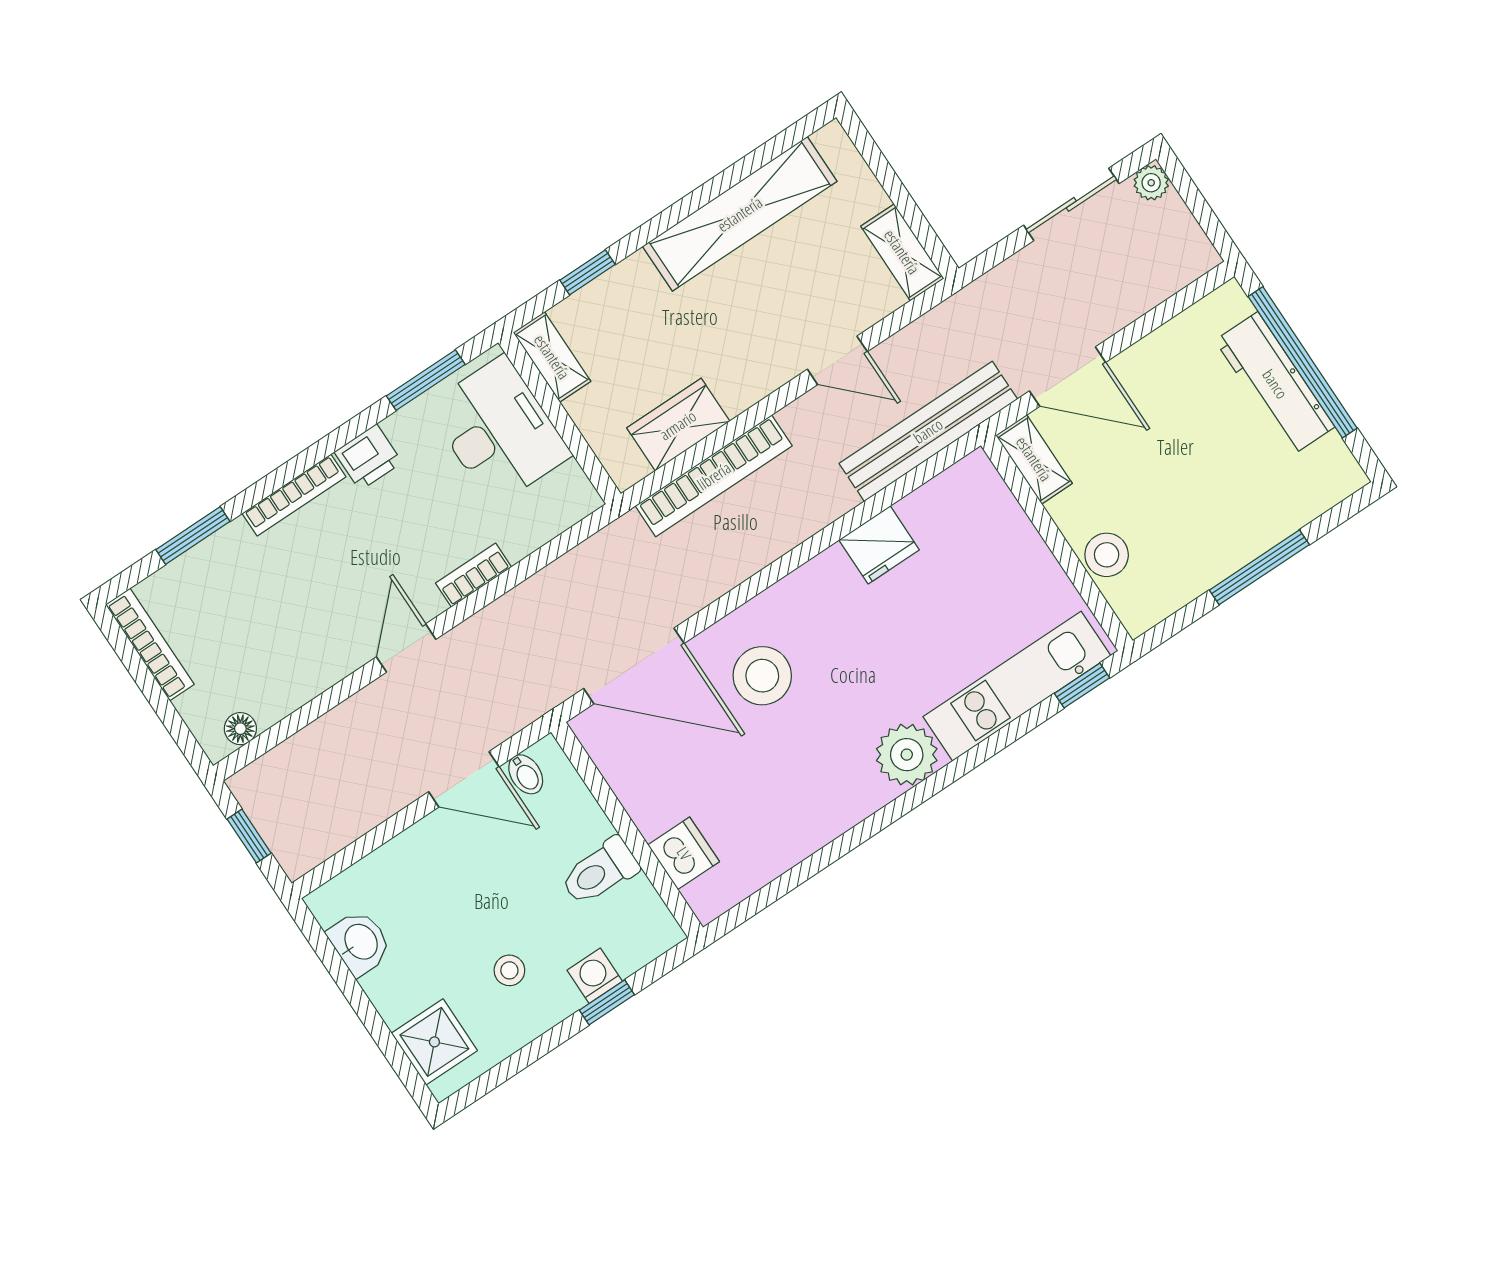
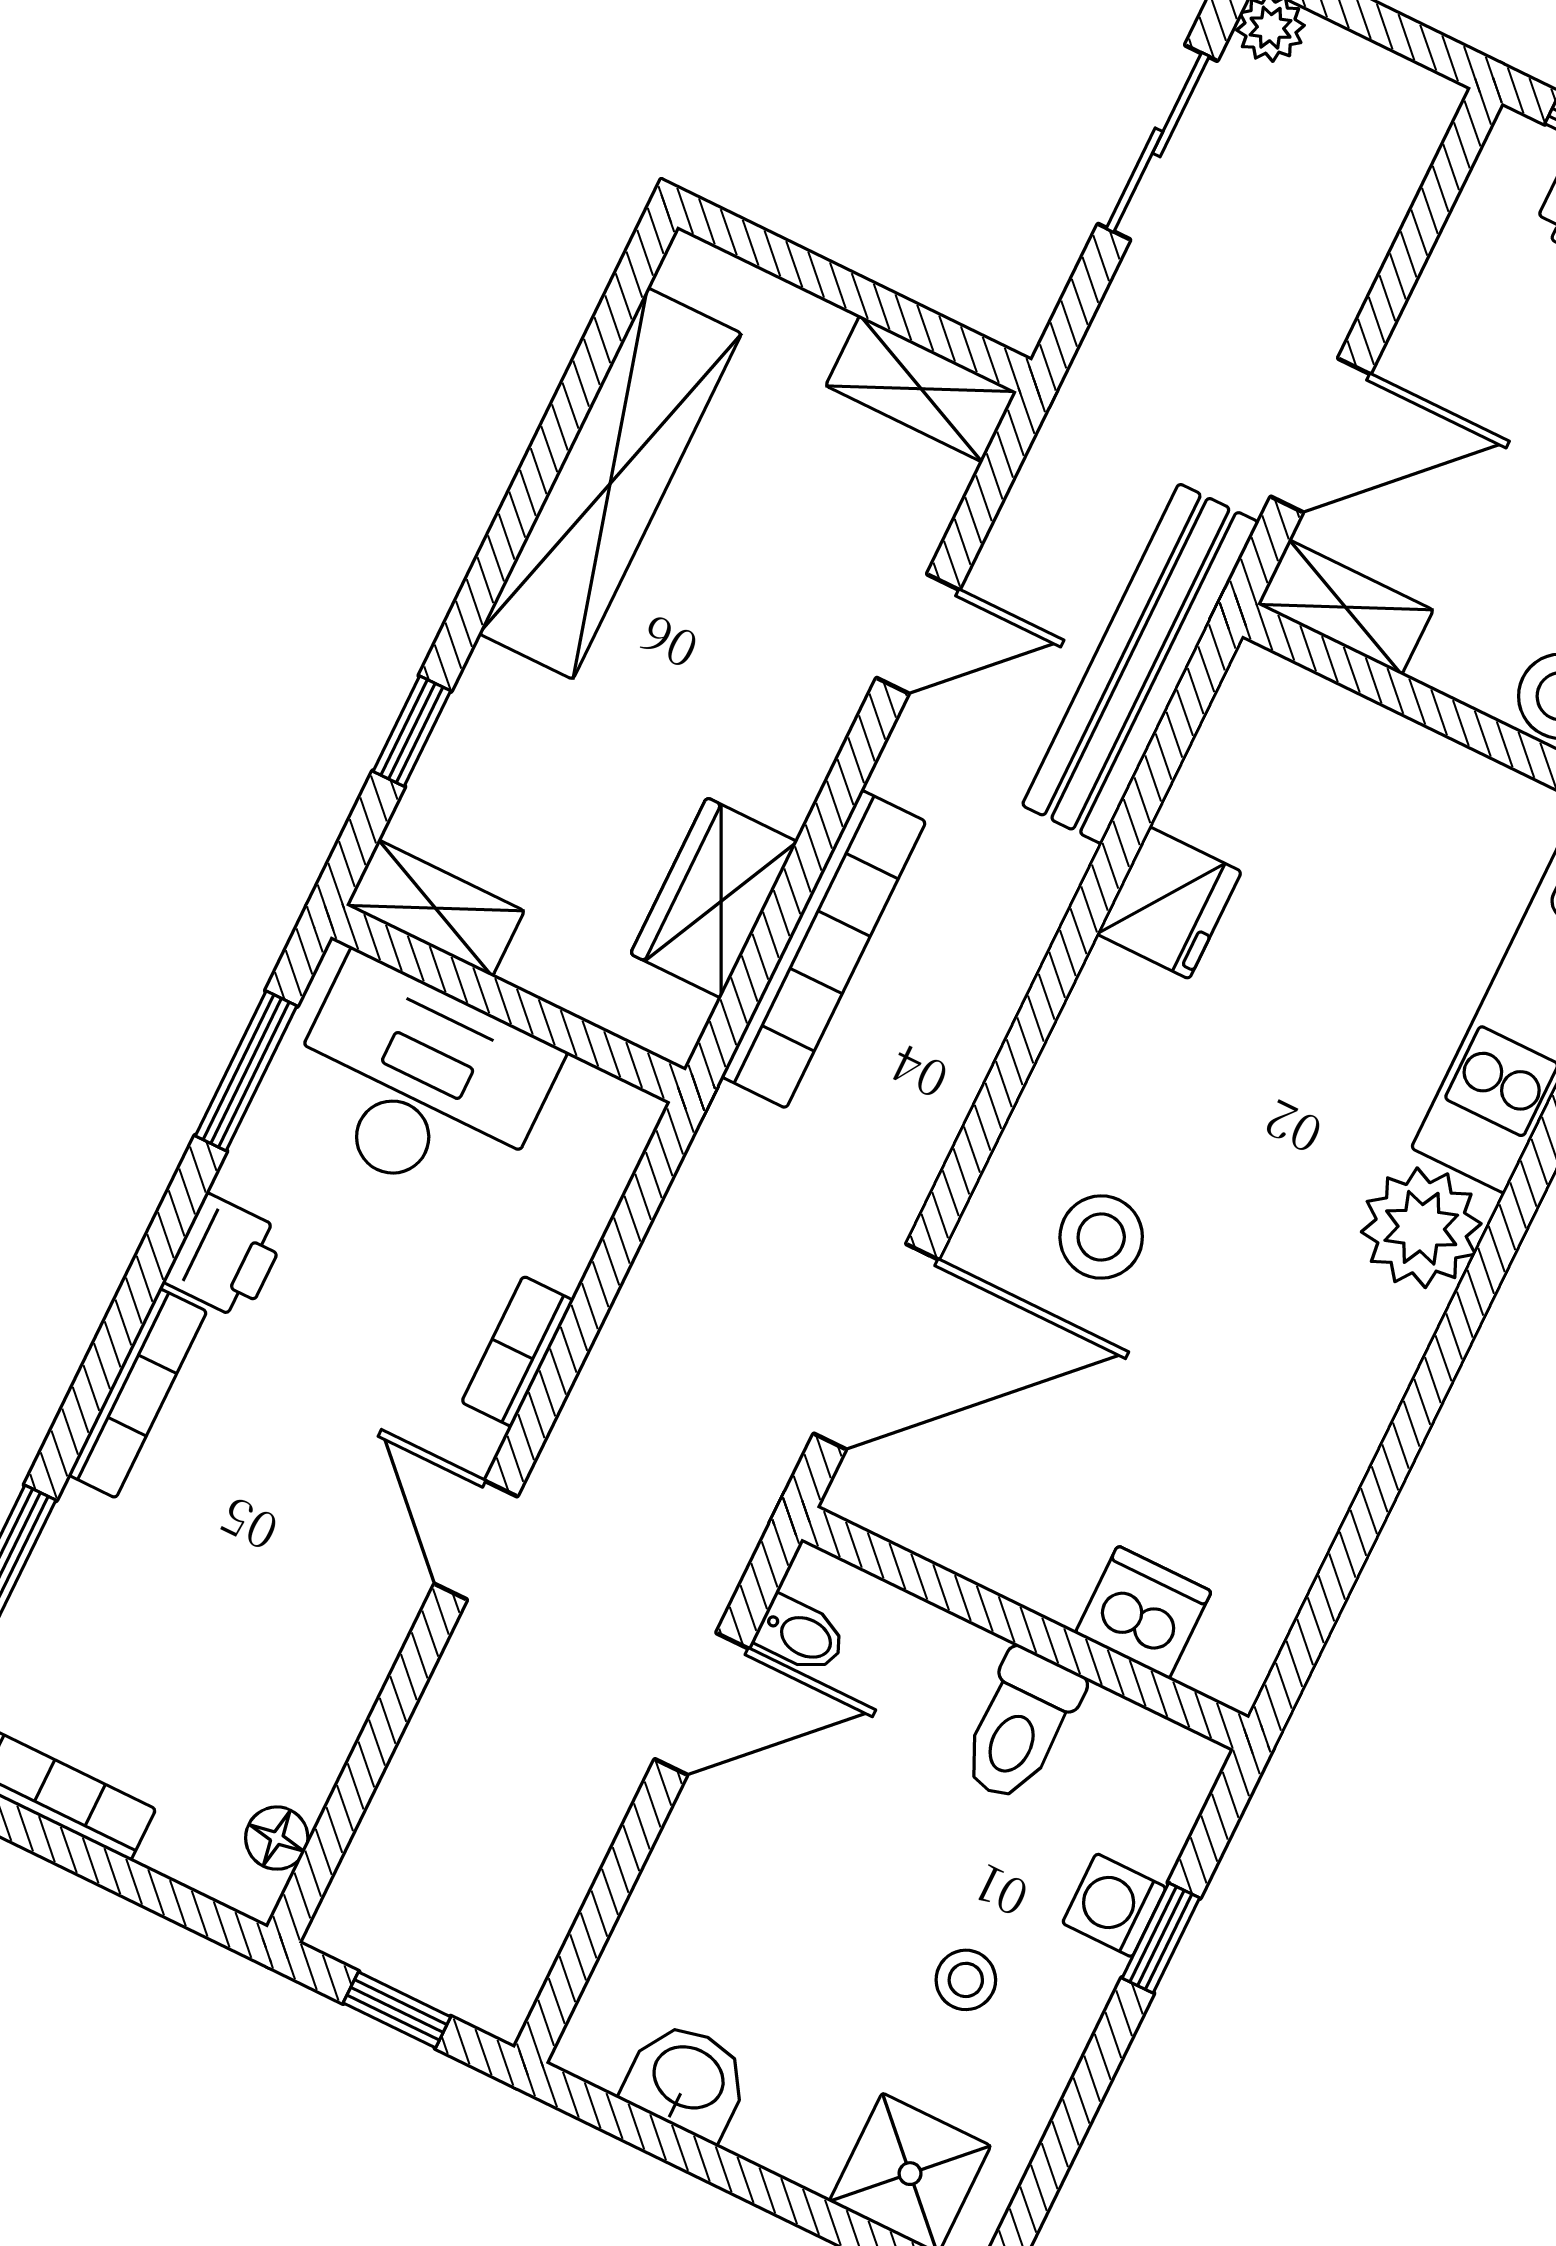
stool: (762, 676) -> (1101, 1237), width x0.73, depth x0.73

